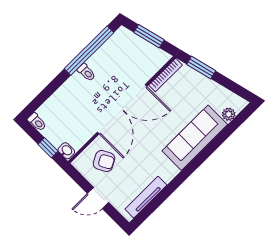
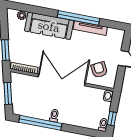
window: (48, 148) -> (112, 119), moved
window: (181, 178) -> (79, 18), added
tv unit: (146, 197) -> (90, 28), moved

